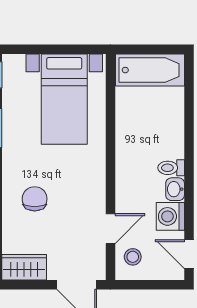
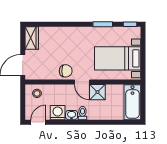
shower: (130, 139) -> (97, 92), added
chair: (35, 199) -> (66, 71), moved
door: (110, 229) -> (82, 82), moved

